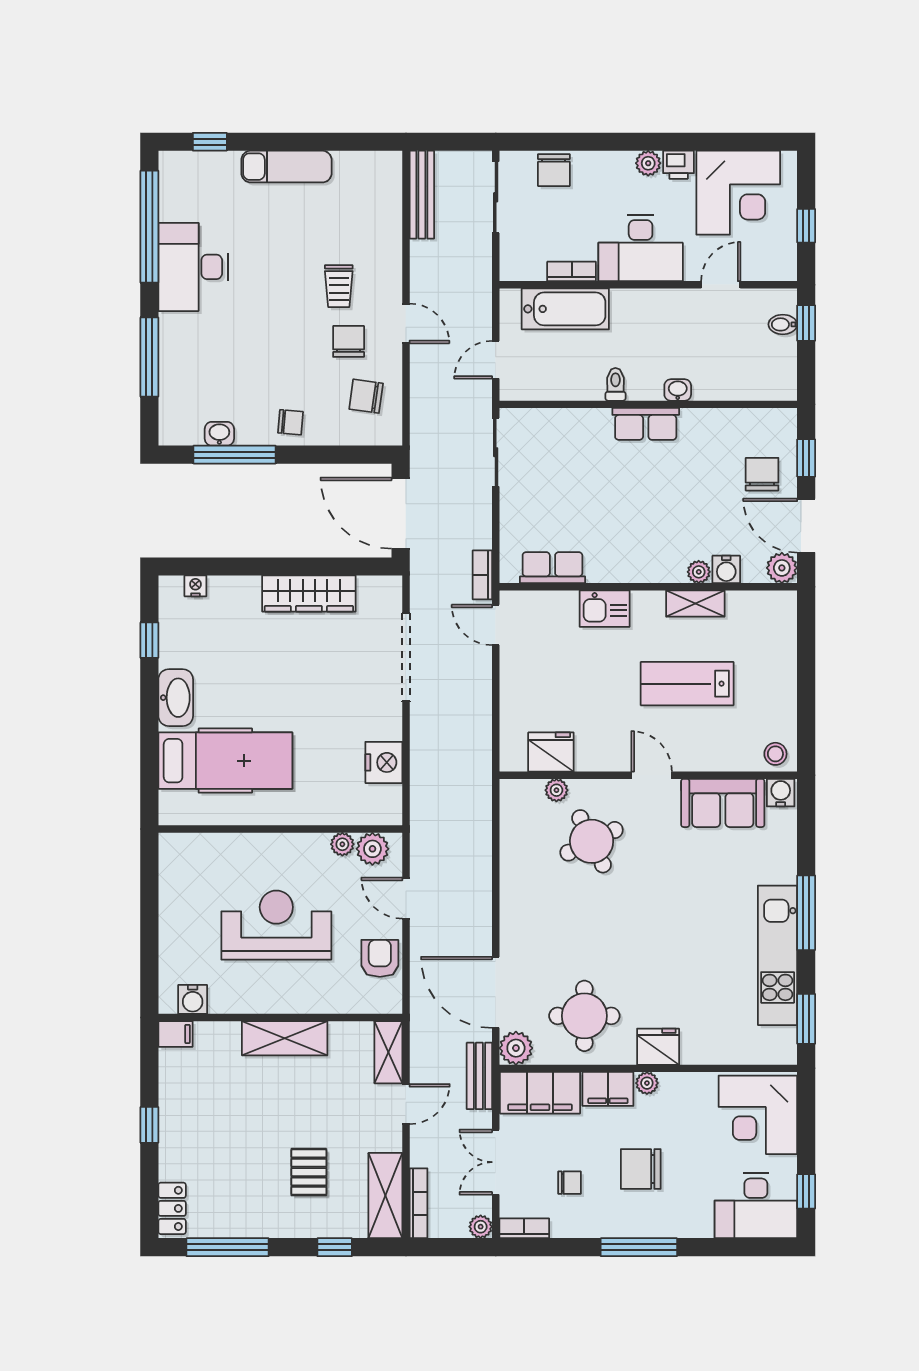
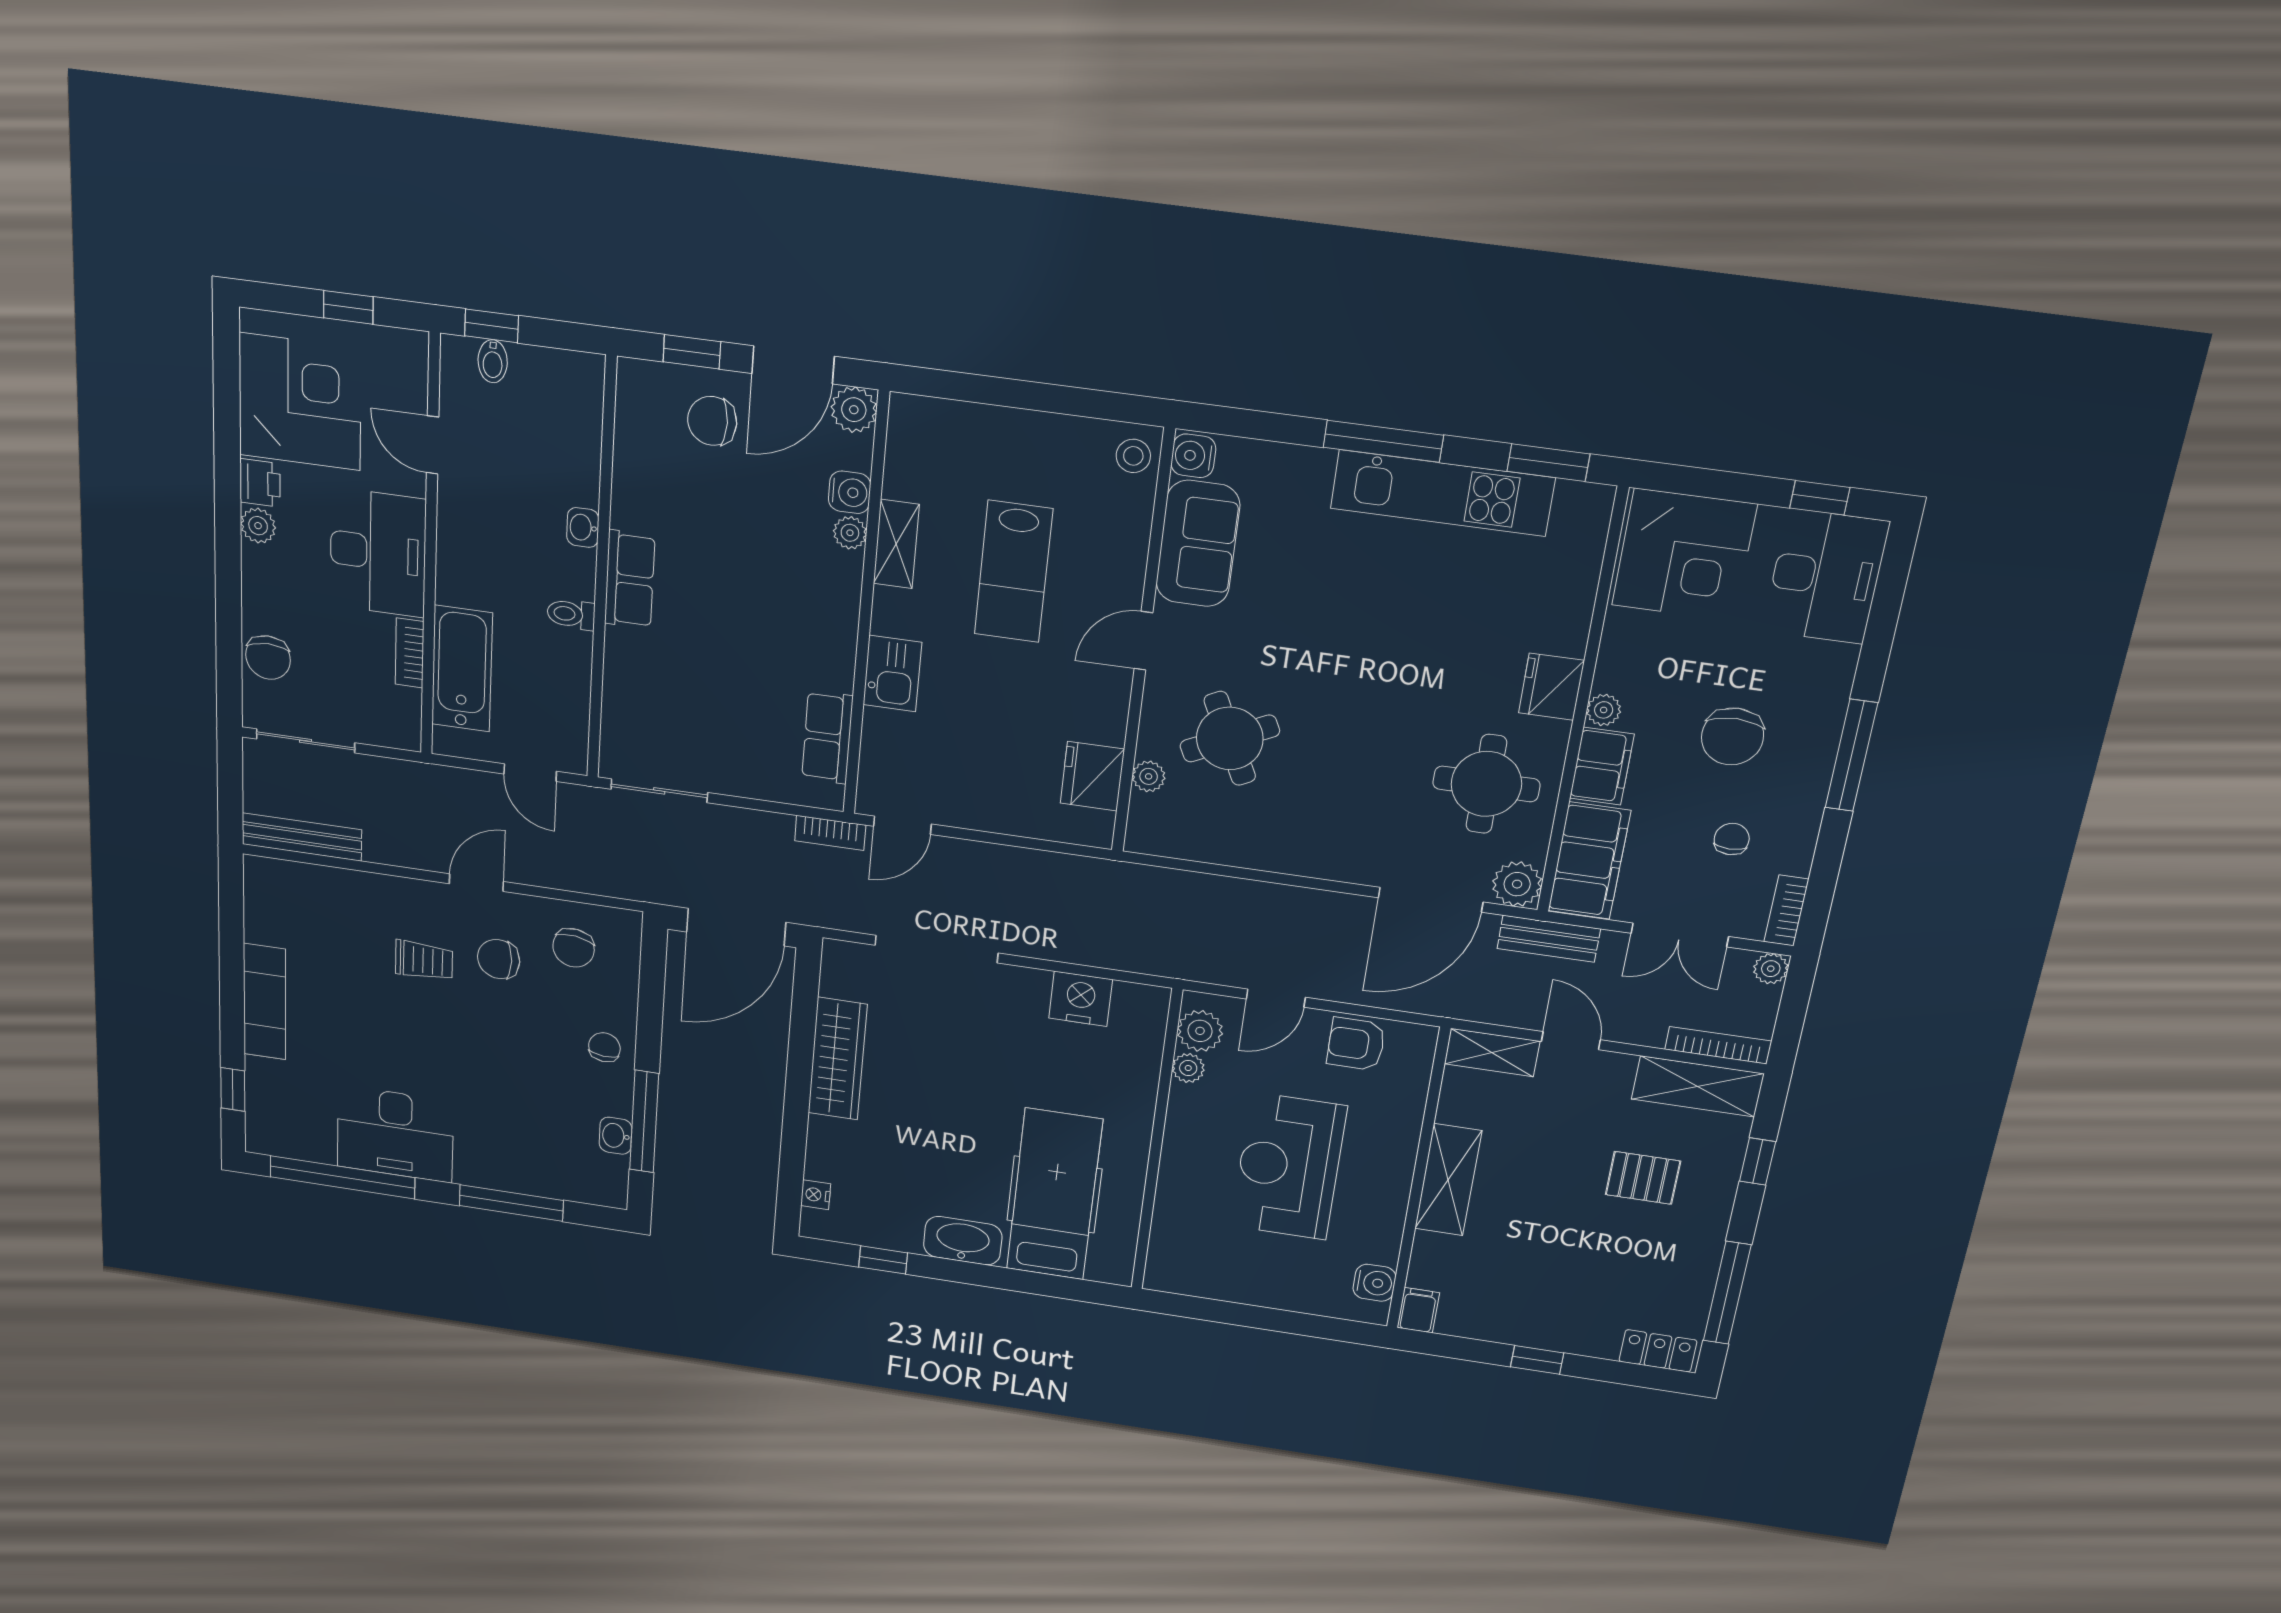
chair: (554, 170) -> (268, 658), turned 90

